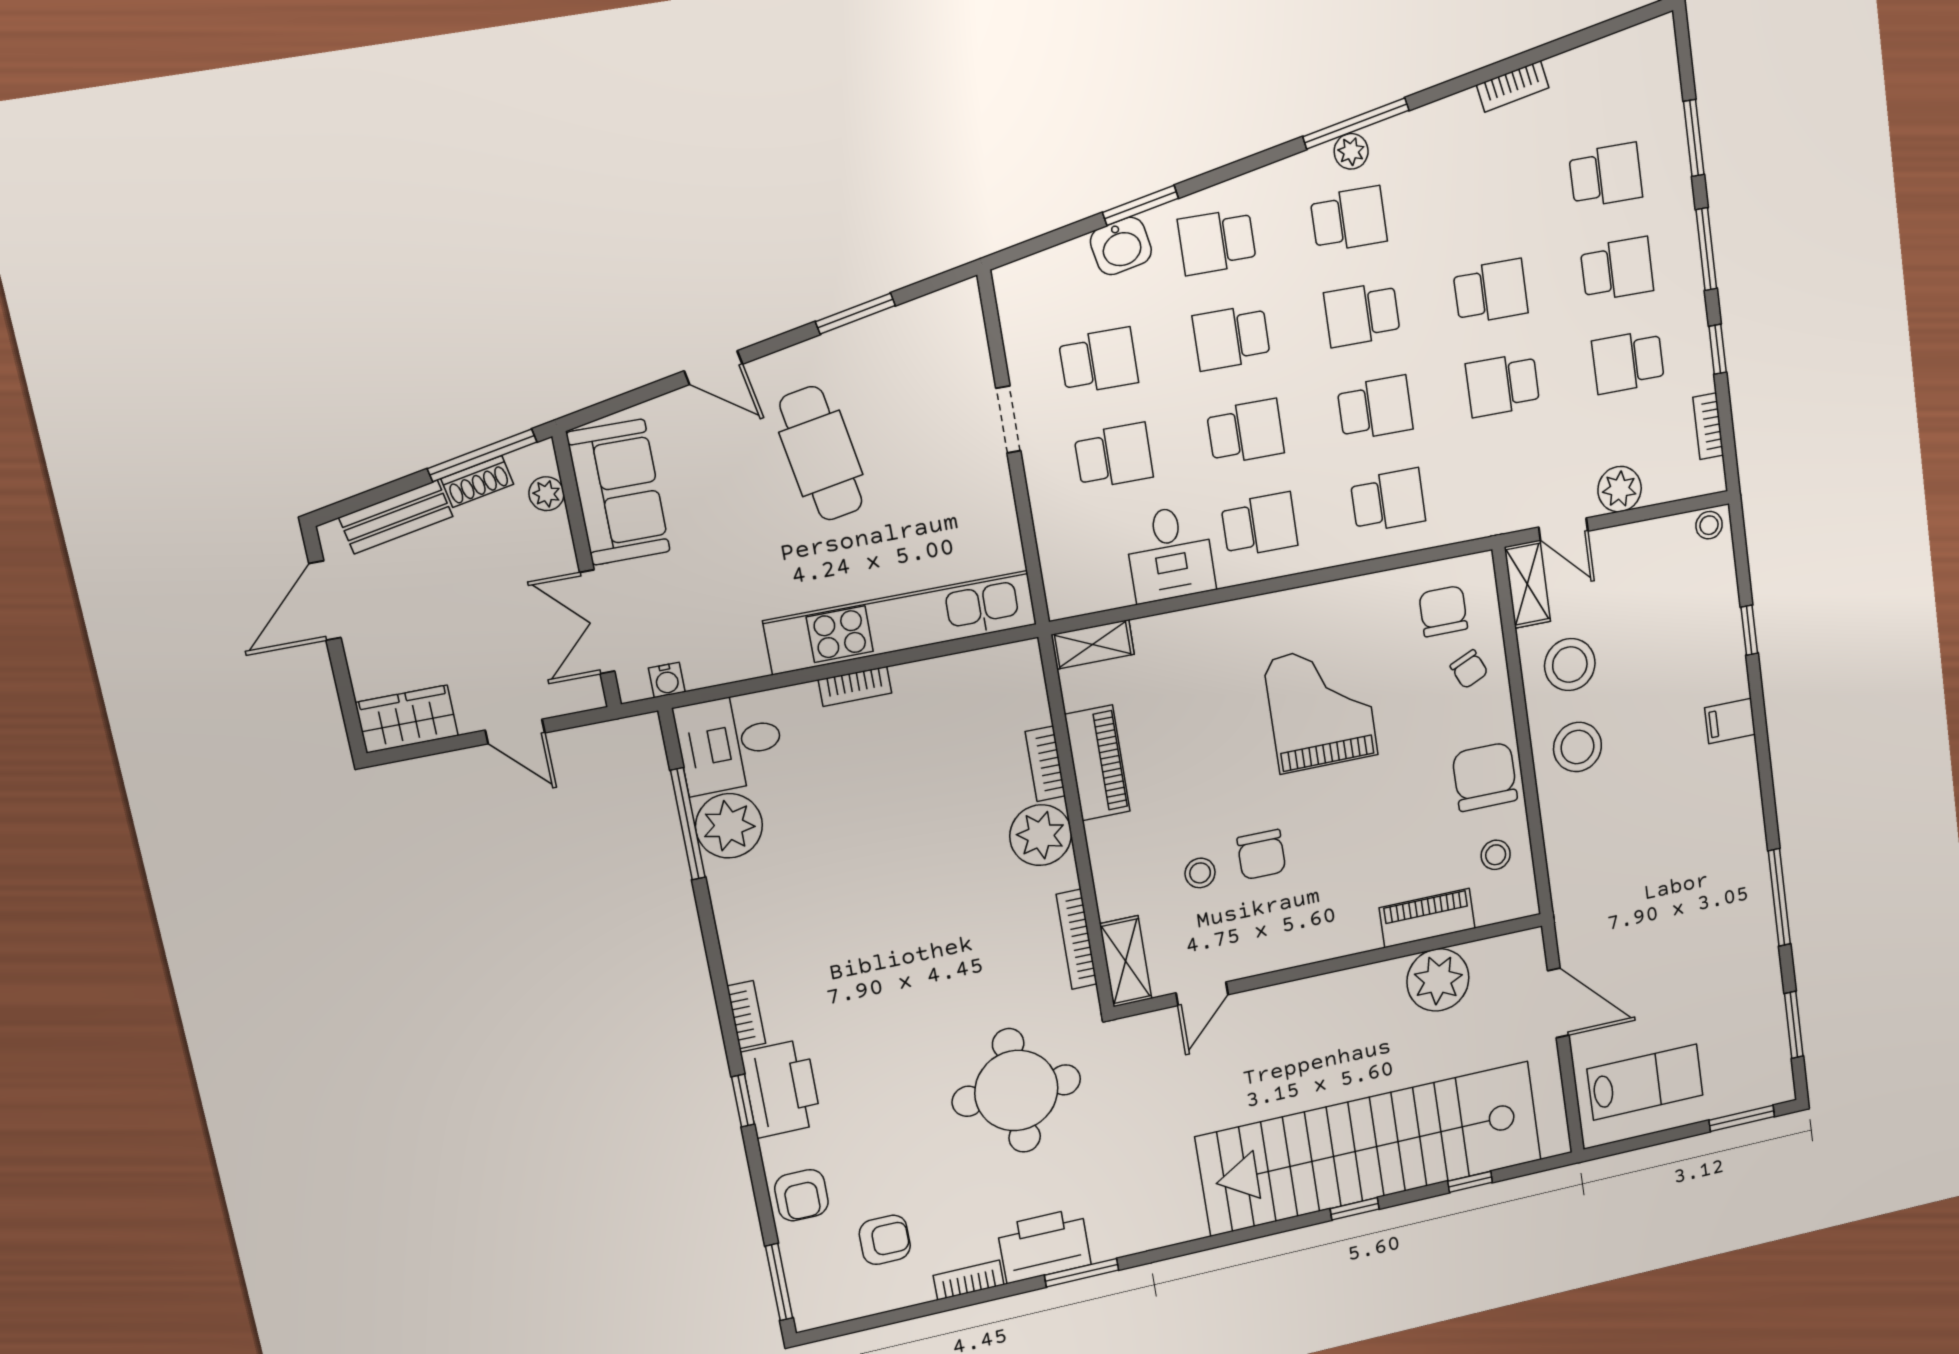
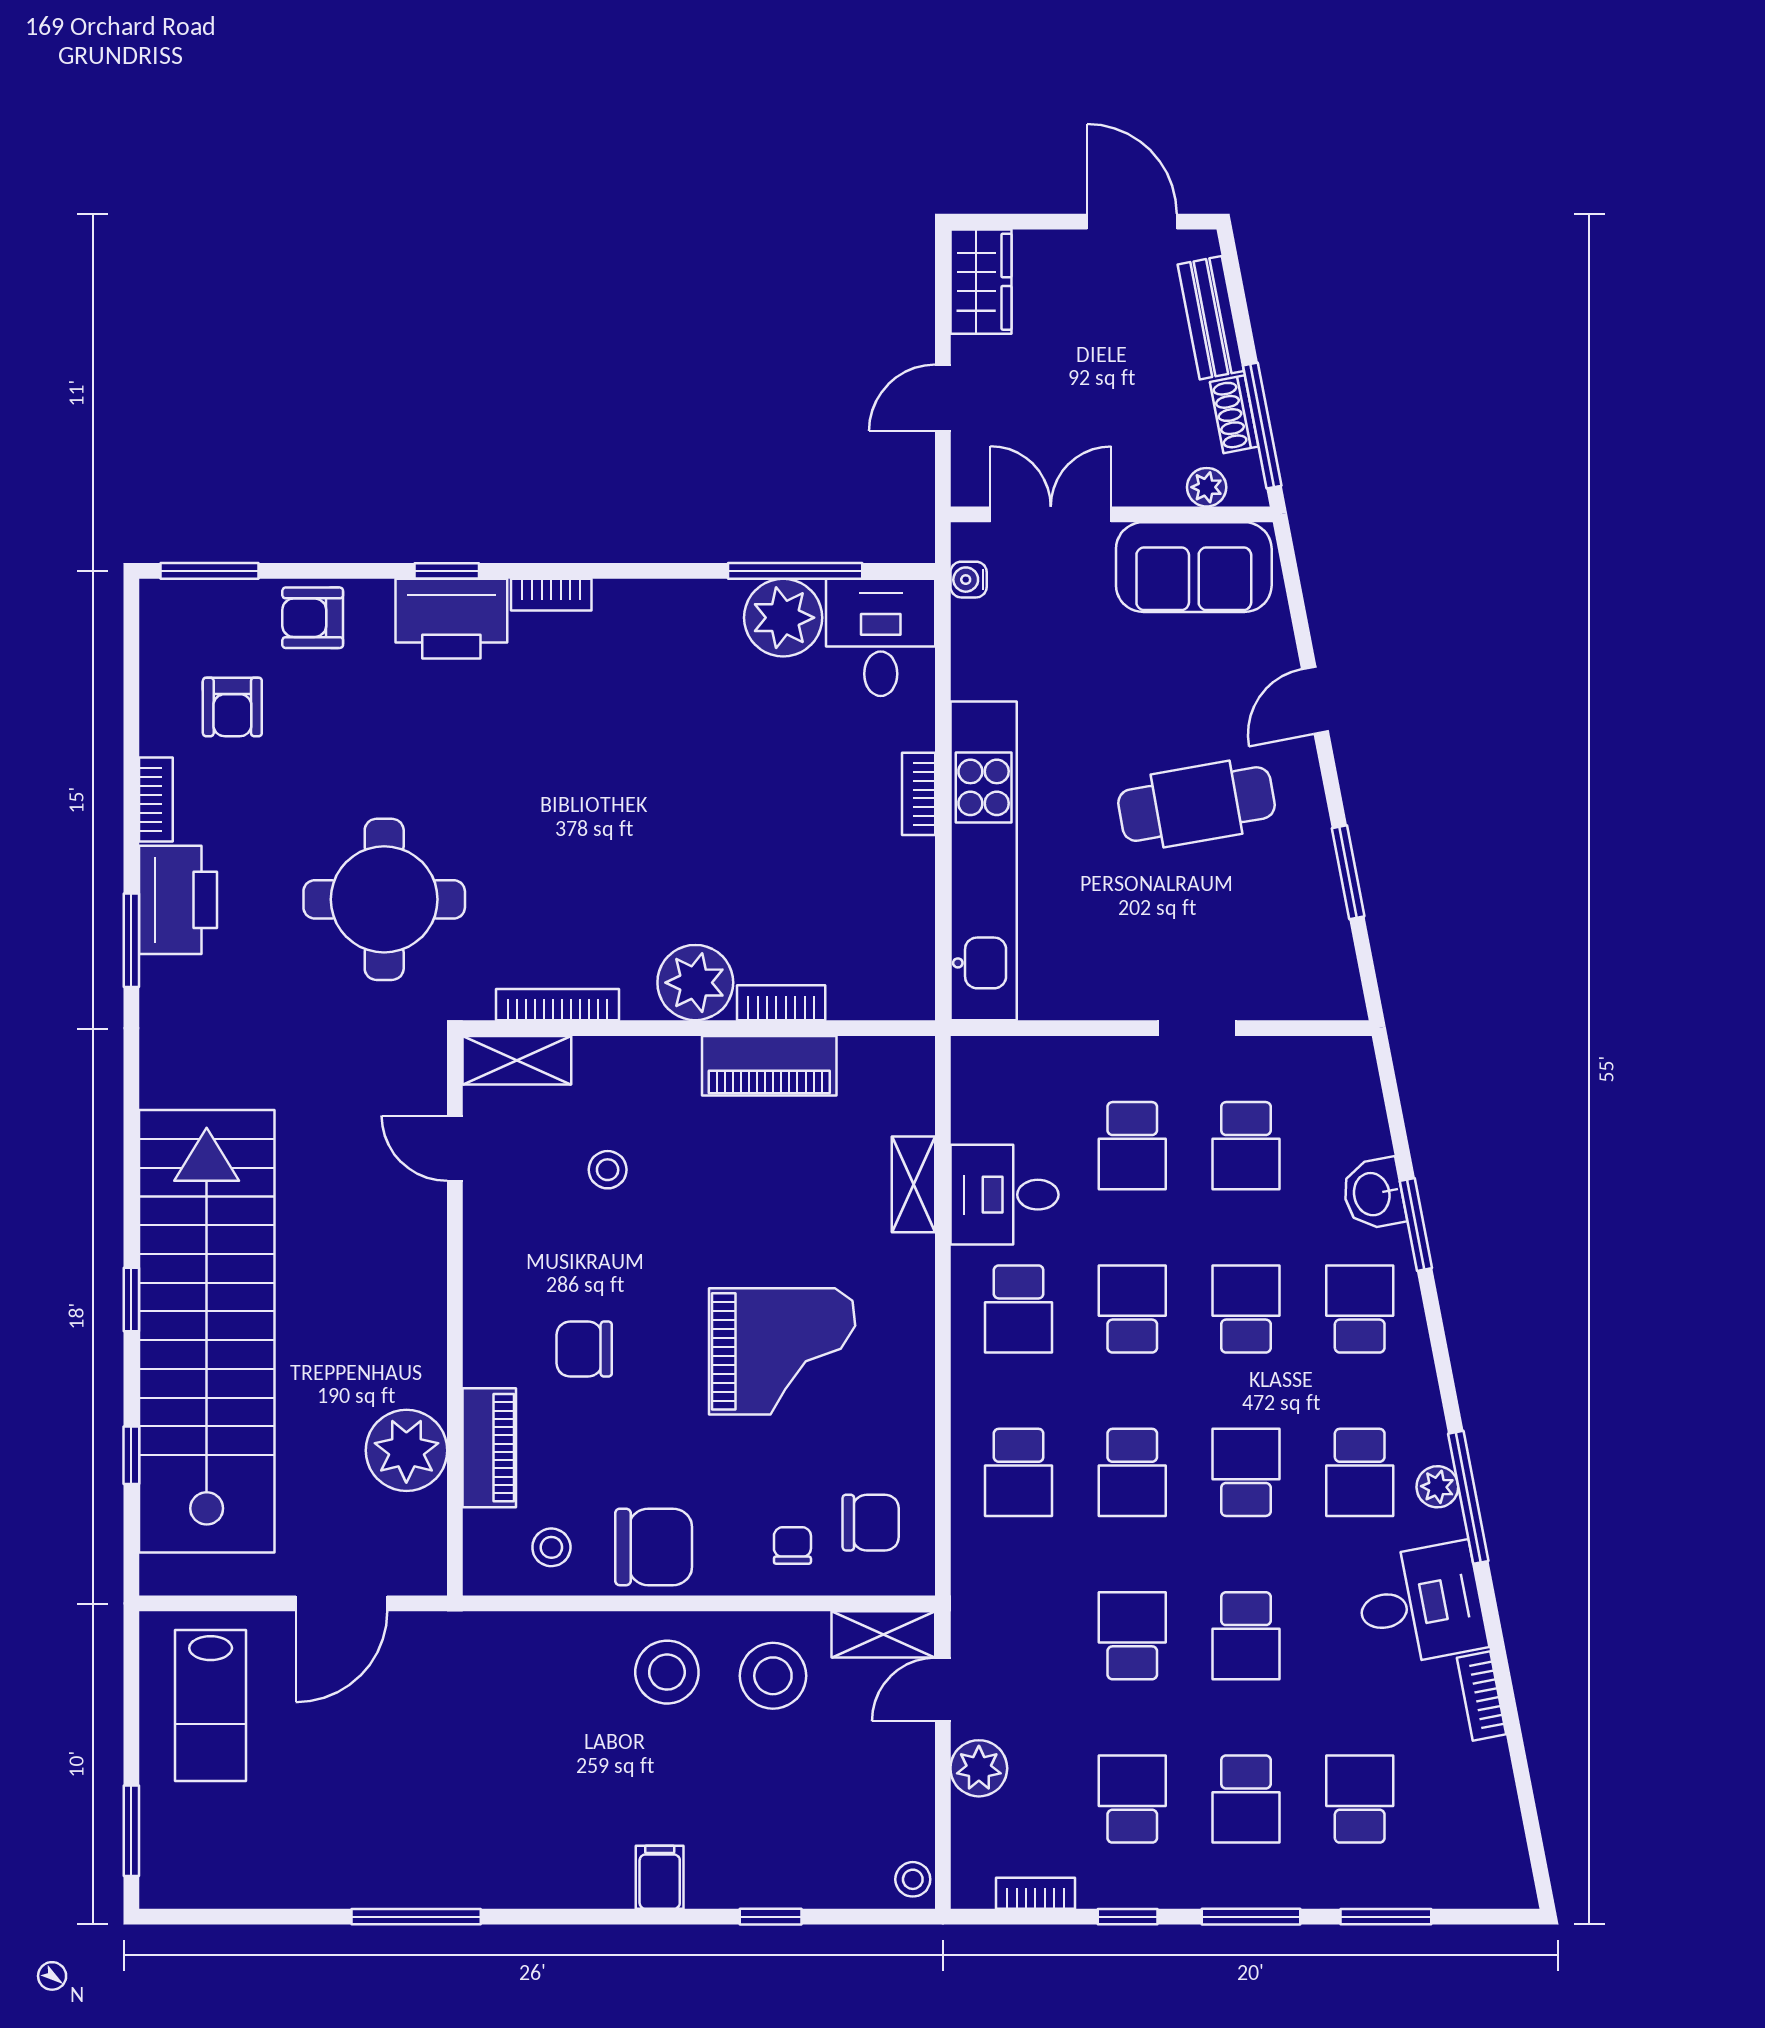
desk: (1447, 150) -> (1421, 1604), added
school desk: (1606, 175) -> (1360, 1799), turned 180
school desk: (1245, 432) -> (1132, 1309), turned 180
shelving: (1093, 644) -> (914, 1184), moved
chair: (1469, 669) -> (792, 1545), turned 114
chair: (1261, 855) -> (584, 1349), moved
window: (1794, 1025) -> (242, 1917), removed

